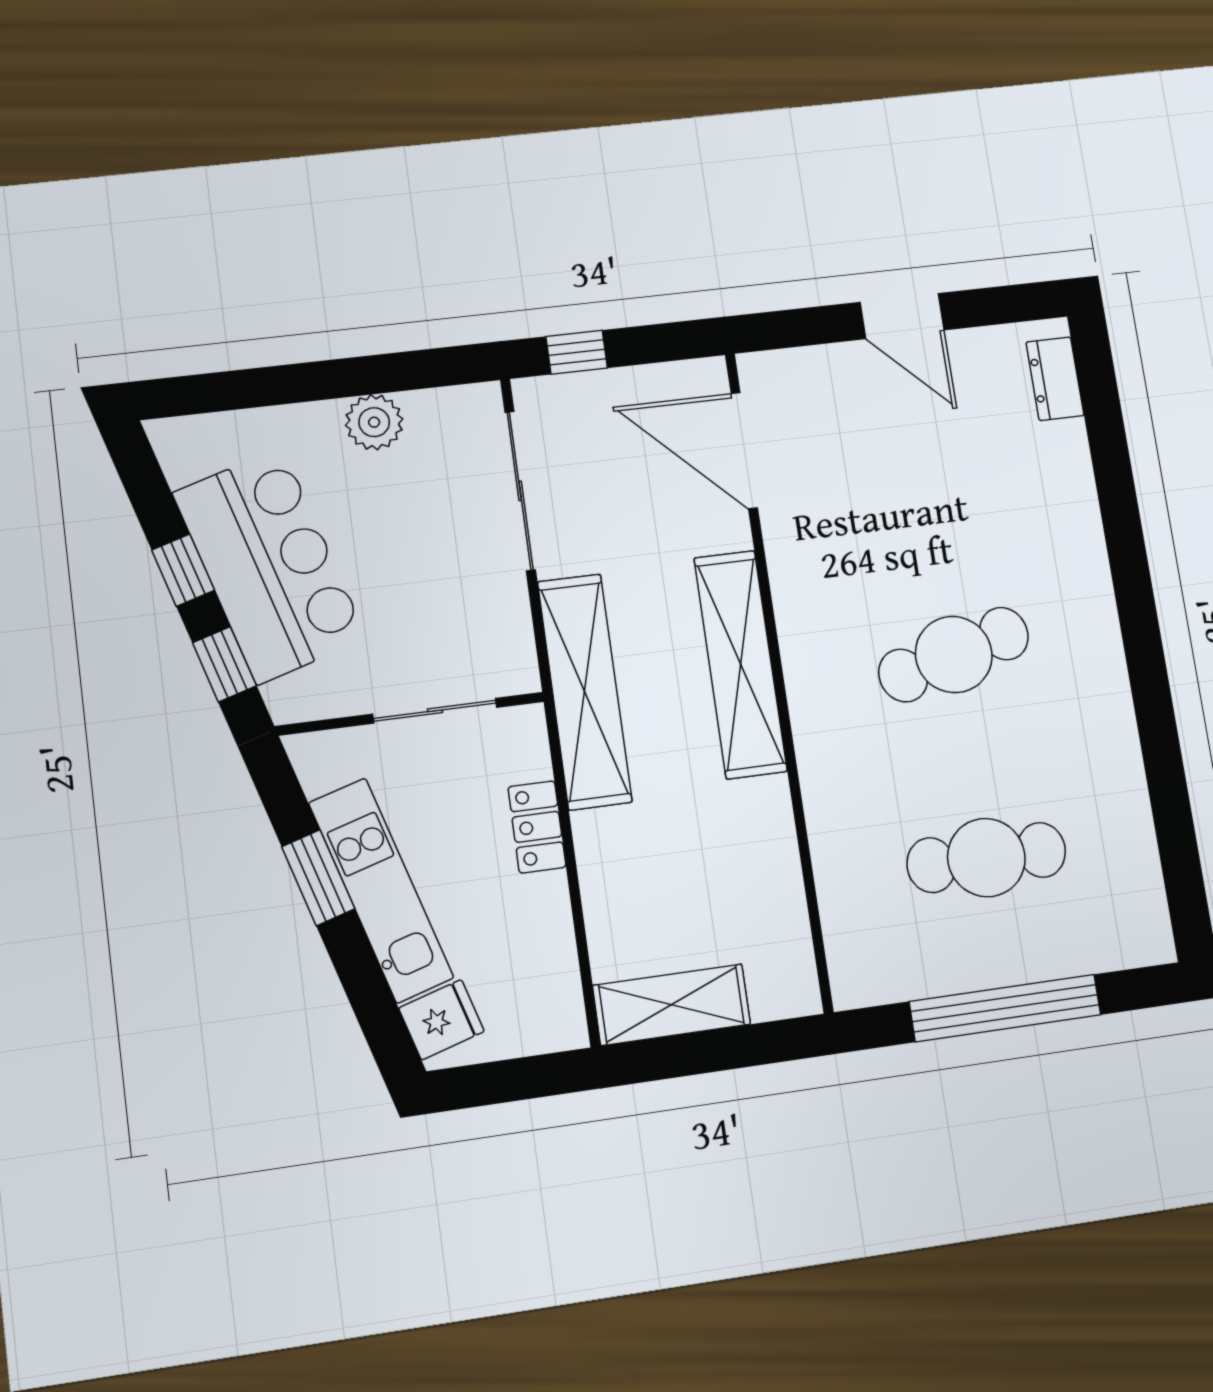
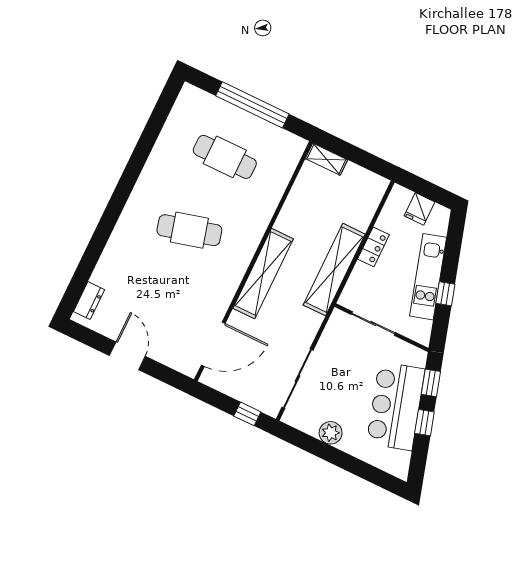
door: (744, 451) -> (213, 344), hinge flipped
shelving: (585, 691) -> (334, 270), moved
locker: (537, 827) -> (373, 247), moved
window: (318, 878) -> (445, 294), width x0.67
shelving: (672, 1005) -> (326, 159), moved, width x0.67, depth x0.75
fridge: (441, 1020) -> (419, 209), moved, turned -73

